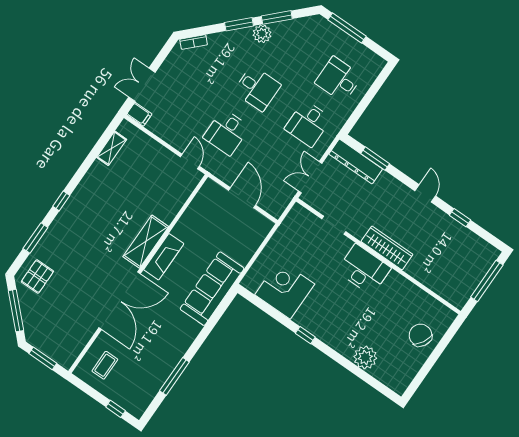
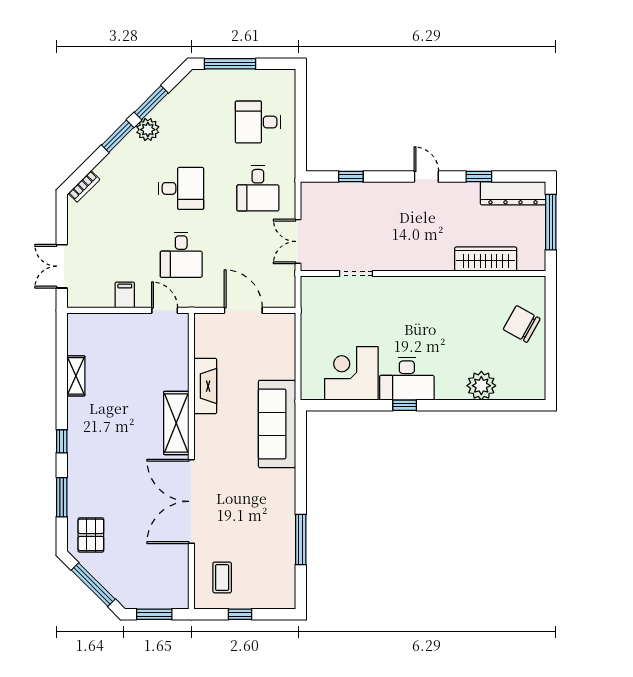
filing cabinet: (139, 114) -> (125, 295), moved, turned -90
shelving: (112, 148) -> (76, 376), moved
window: (375, 159) -> (351, 177), width x0.67
dresser: (356, 161) -> (513, 193), moved
wardrobe: (387, 248) -> (486, 259), moved
fireplace: (164, 257) -> (205, 386), moved
desk: (364, 269) -> (407, 379), moved, turned 180
double door: (120, 301) -> (191, 501), swing flipped
window: (116, 409) -> (240, 614), moved

